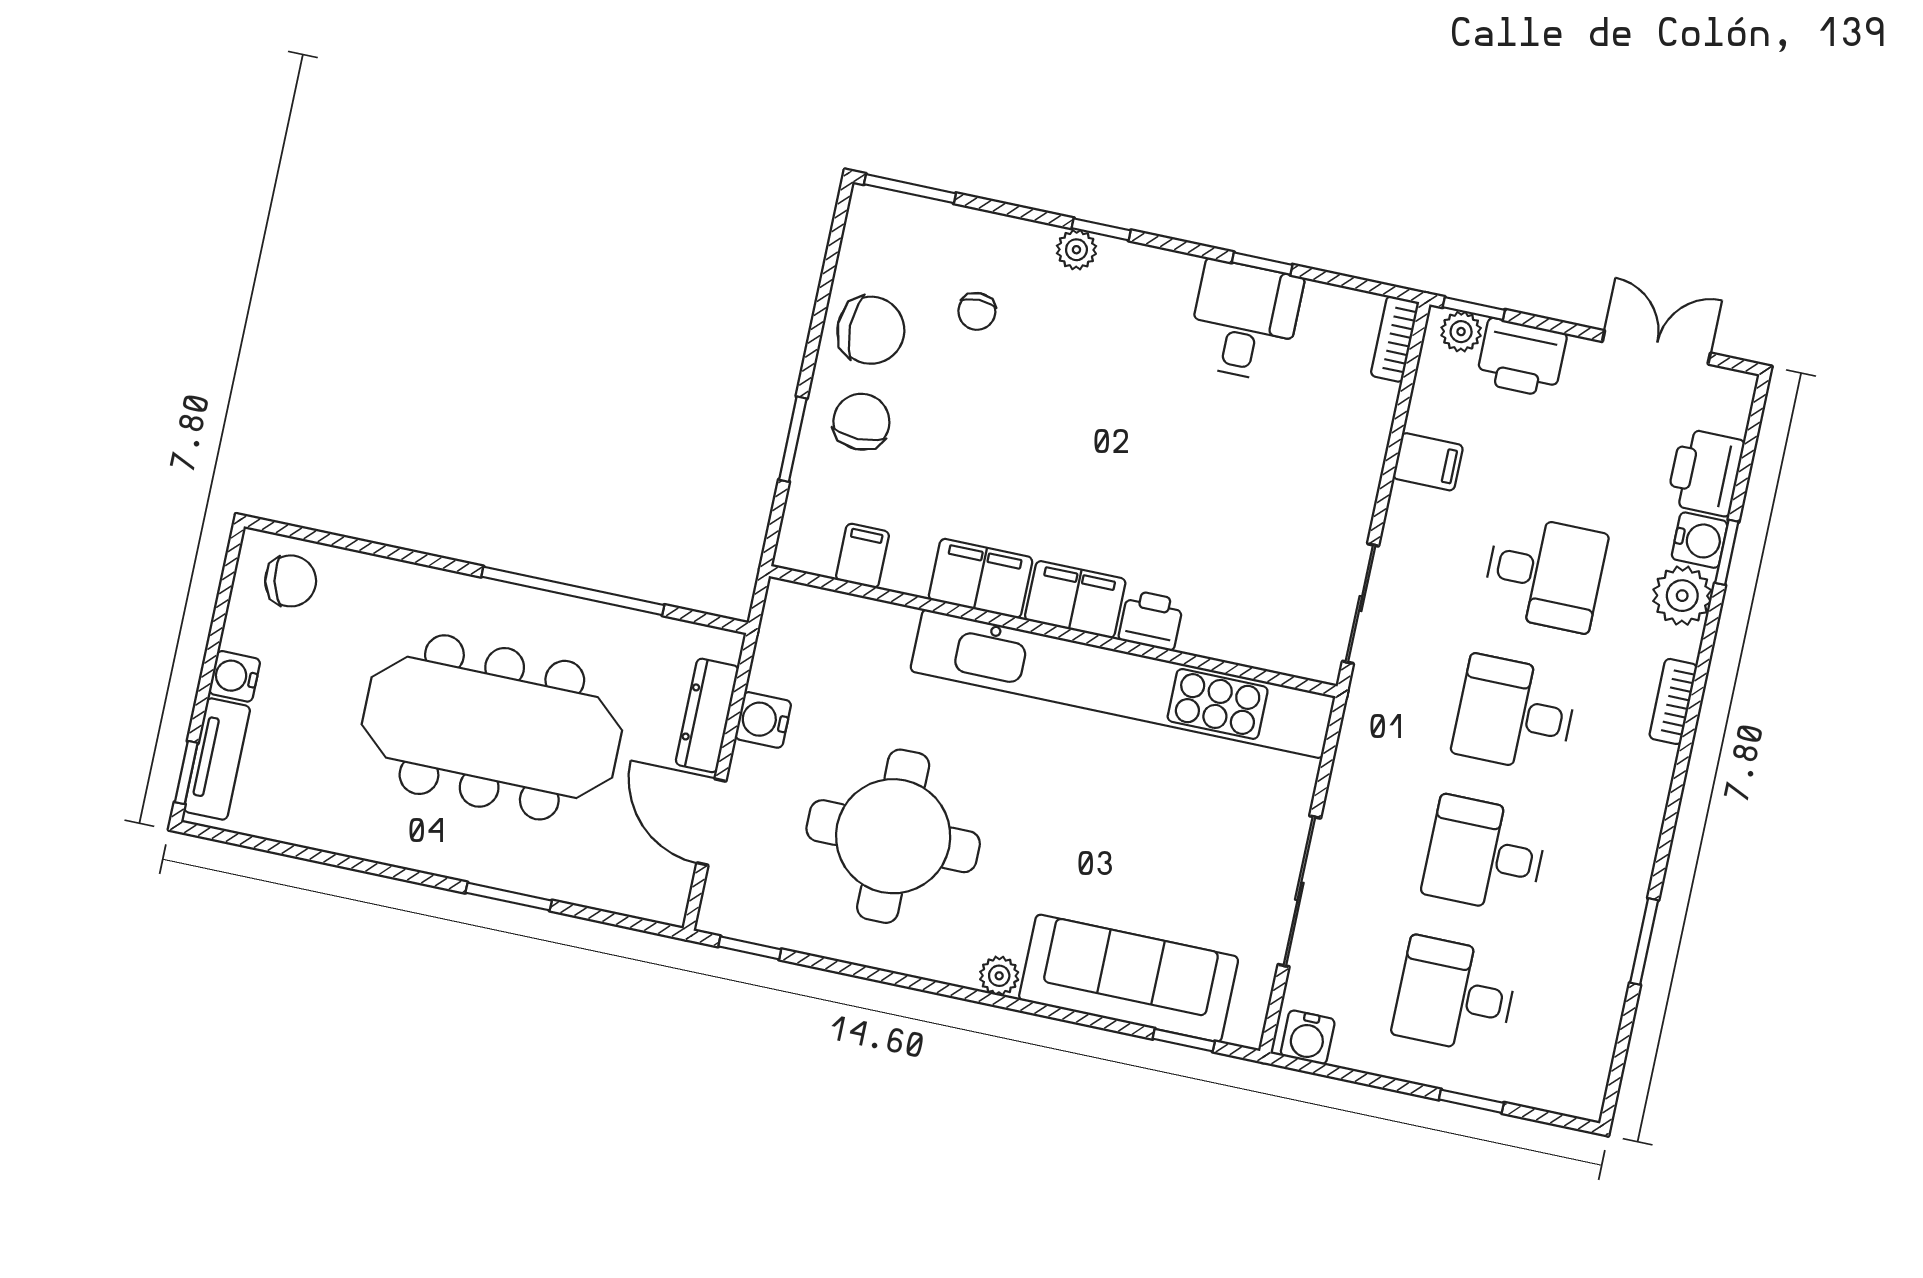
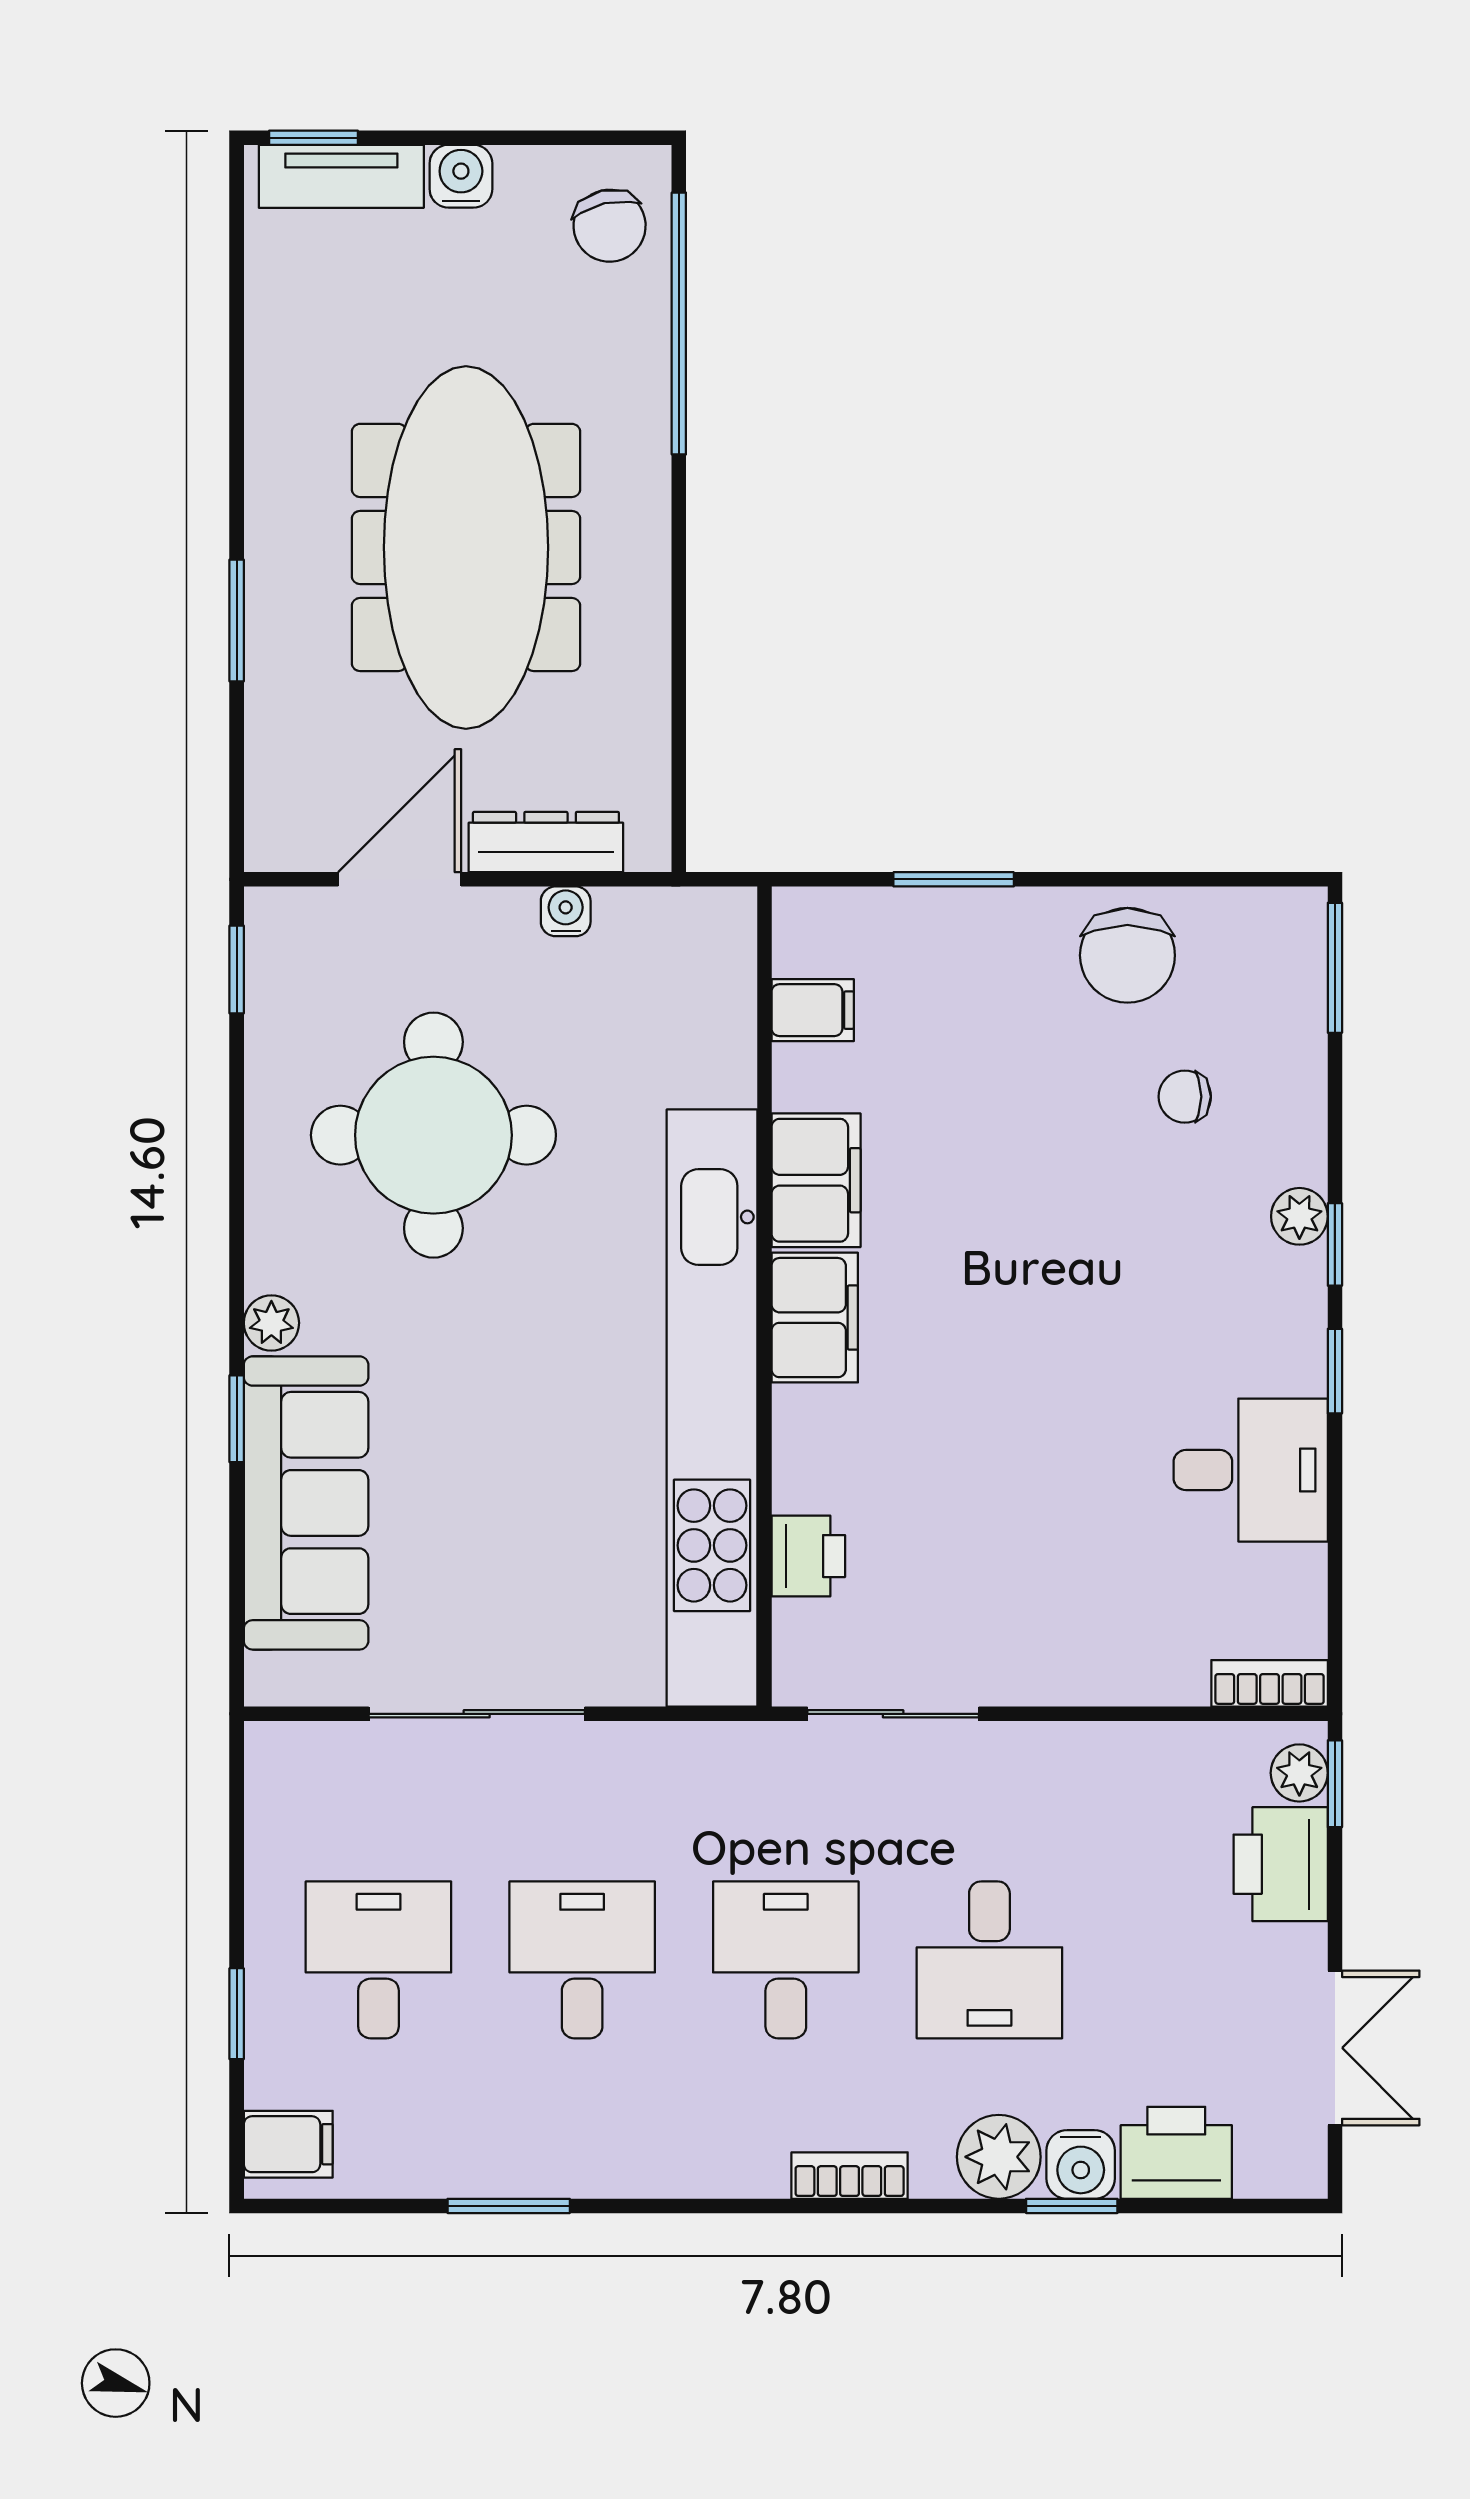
window: (1262, 264) -> (1335, 1371), moved
chair: (861, 422) -> (998, 969), removed
filing cabinet: (1428, 462) -> (288, 2144), moved, turned -90
window: (573, 591) -> (679, 324), moved
printer: (1151, 620) -> (808, 1556), moved
water cooler: (763, 720) -> (566, 911), width x0.72, depth x0.72
water cooler: (1308, 1037) -> (277, 1768), removed
window: (1184, 1040) -> (237, 1419), moved

